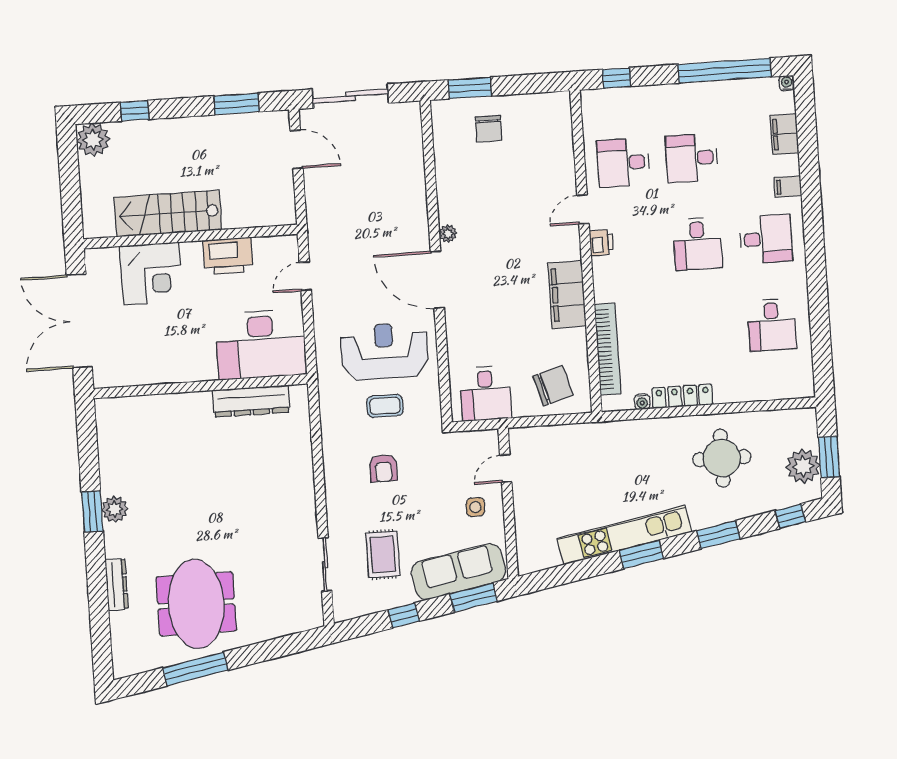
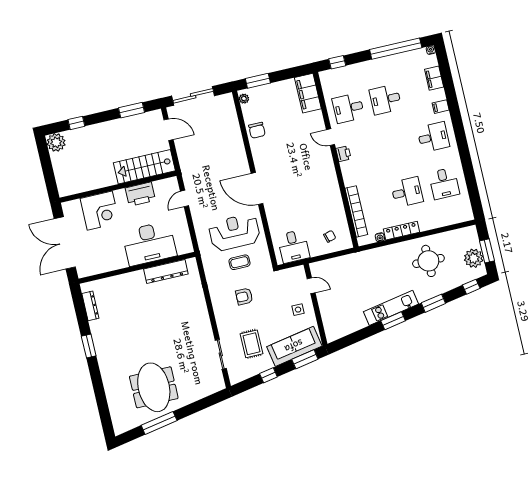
chair: (489, 129) -> (257, 130), moved
door: (583, 209) -> (330, 137), hinge flipped
stairs: (168, 213) -> (144, 167), moved
plant: (448, 234) -> (244, 99), moved
desk: (698, 244) -> (407, 192), moved, turned -90
filing cabinet: (567, 294) -> (308, 93), moved
desk: (261, 344) -> (149, 244), moved
chair: (553, 386) -> (330, 236), width x0.54, depth x0.54
armchair: (383, 468) -> (244, 296), turned 90
door: (506, 468) -> (311, 286), swing flipped
plant: (115, 509) -> (101, 343), removed
kitchen unit: (624, 535) -> (391, 308), width x0.73
dresser: (117, 584) -> (90, 306), moved

